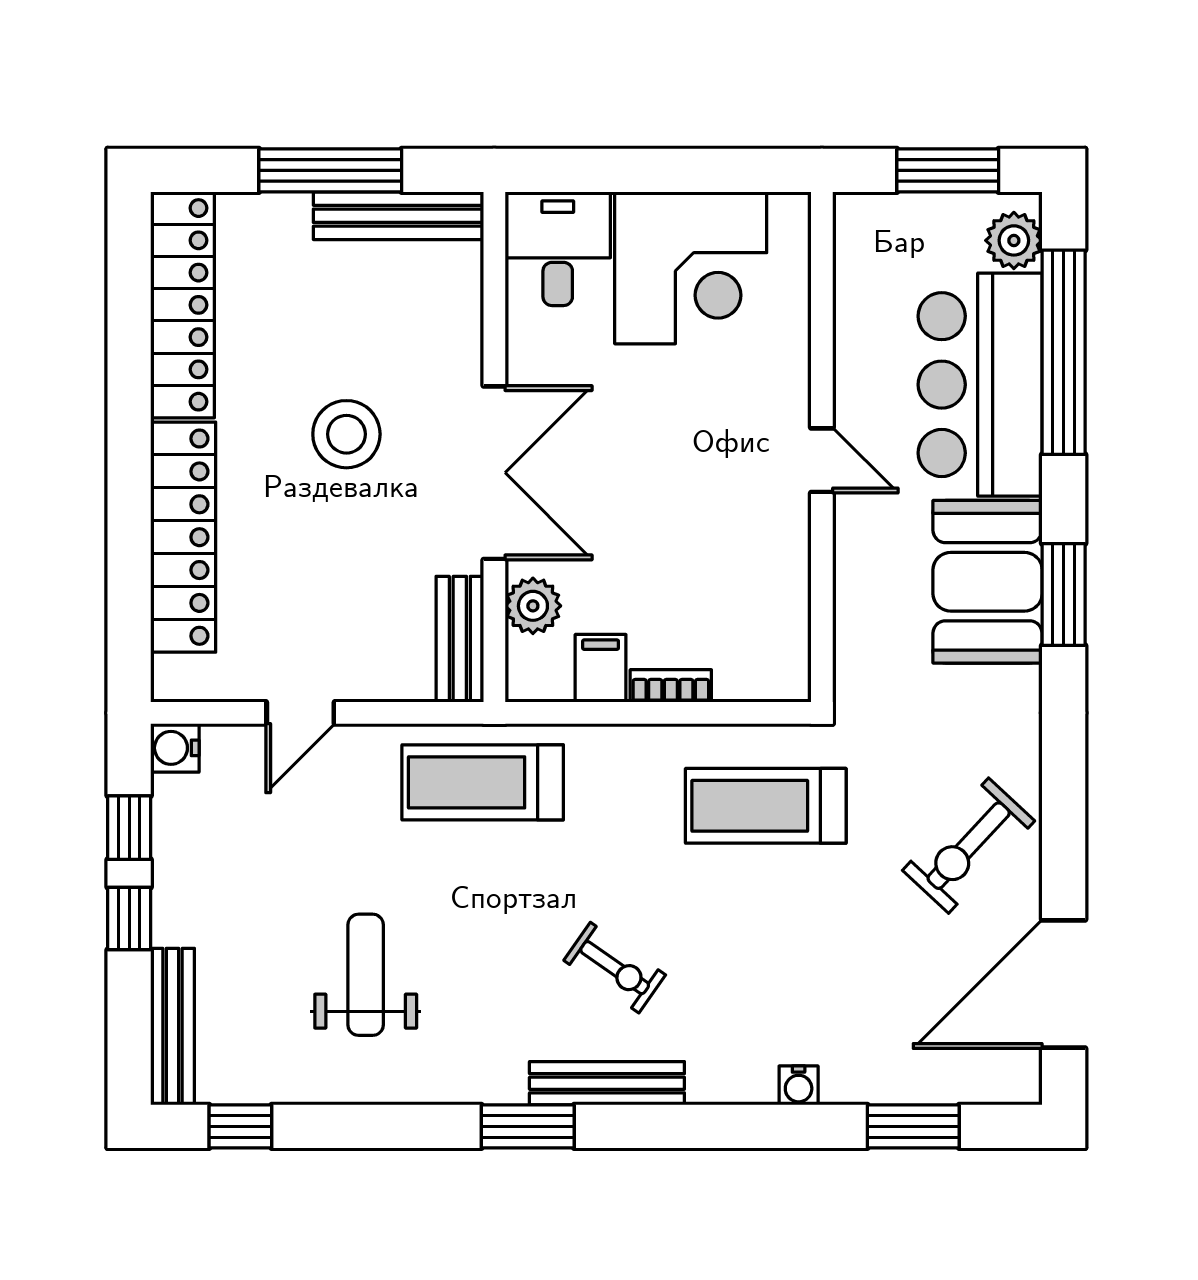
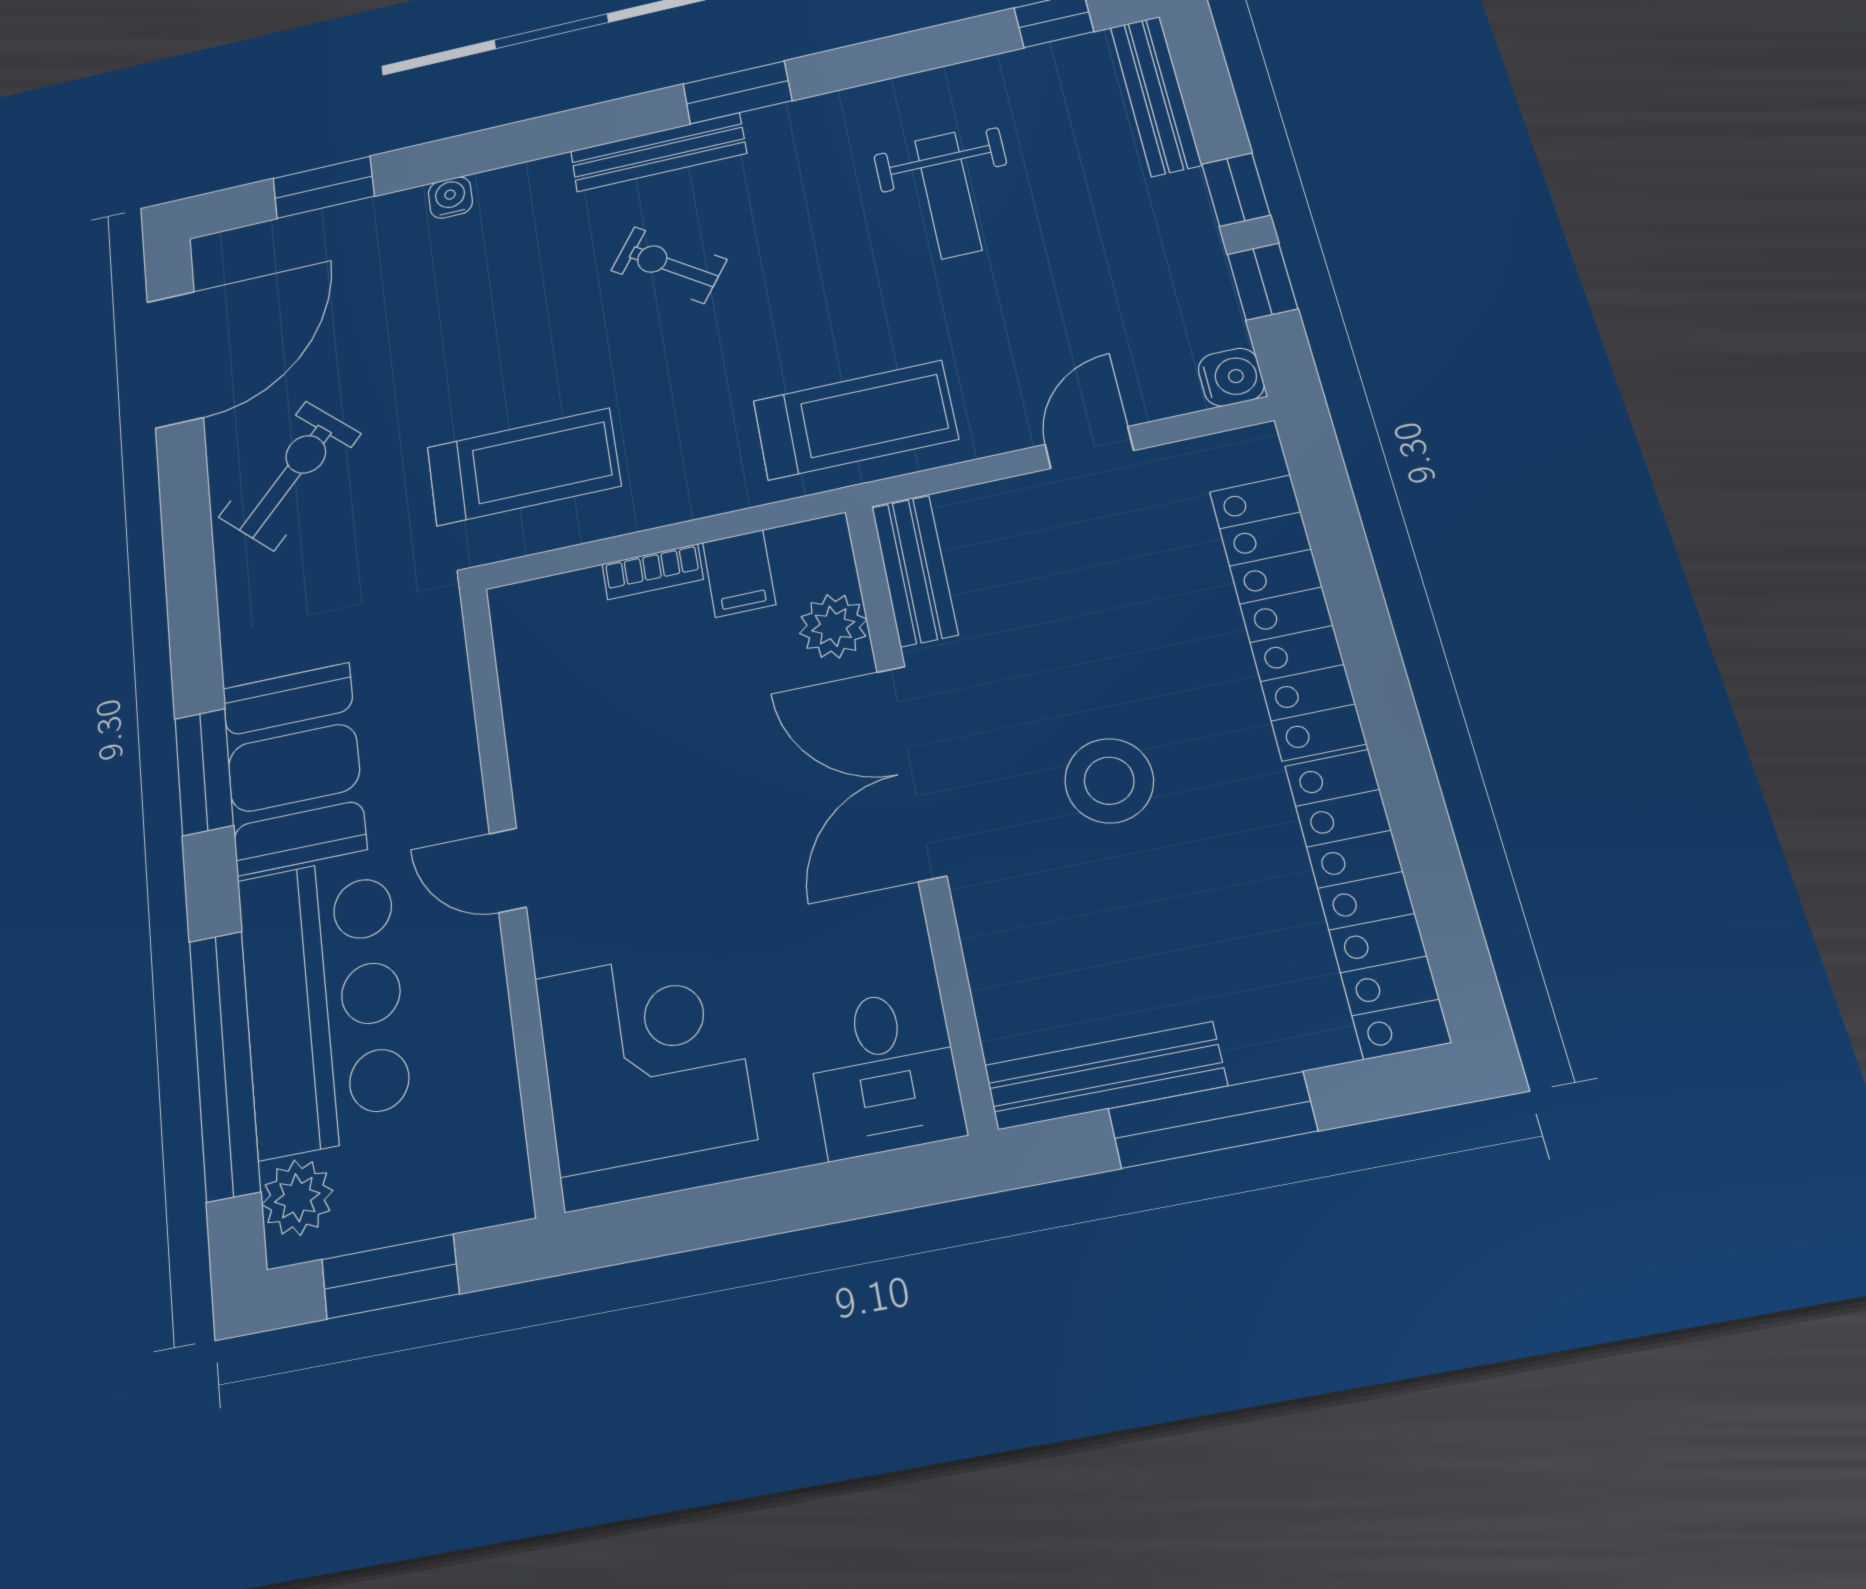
corner desk: (691, 268) -> (644, 1058), moved, turned 90

